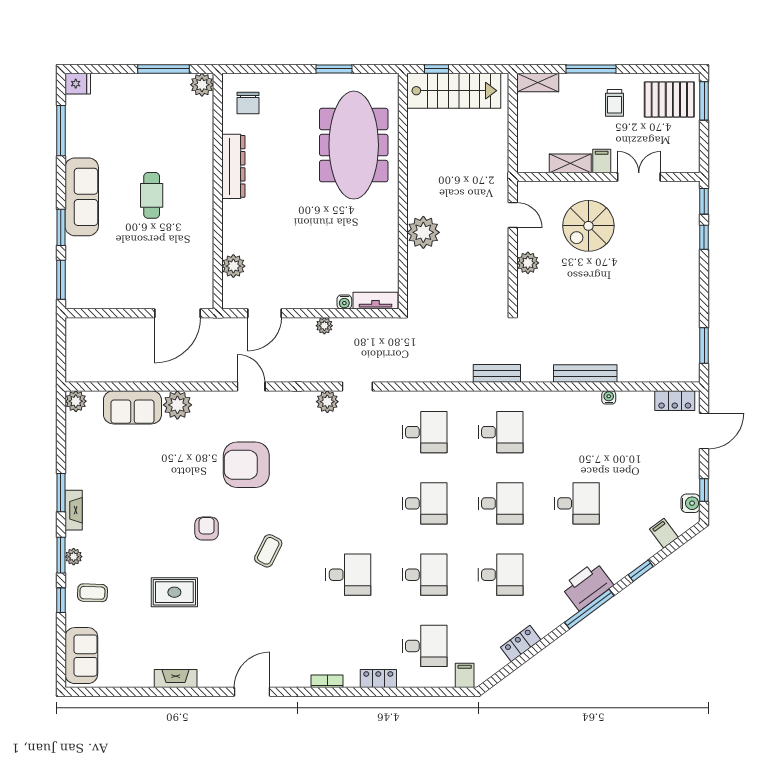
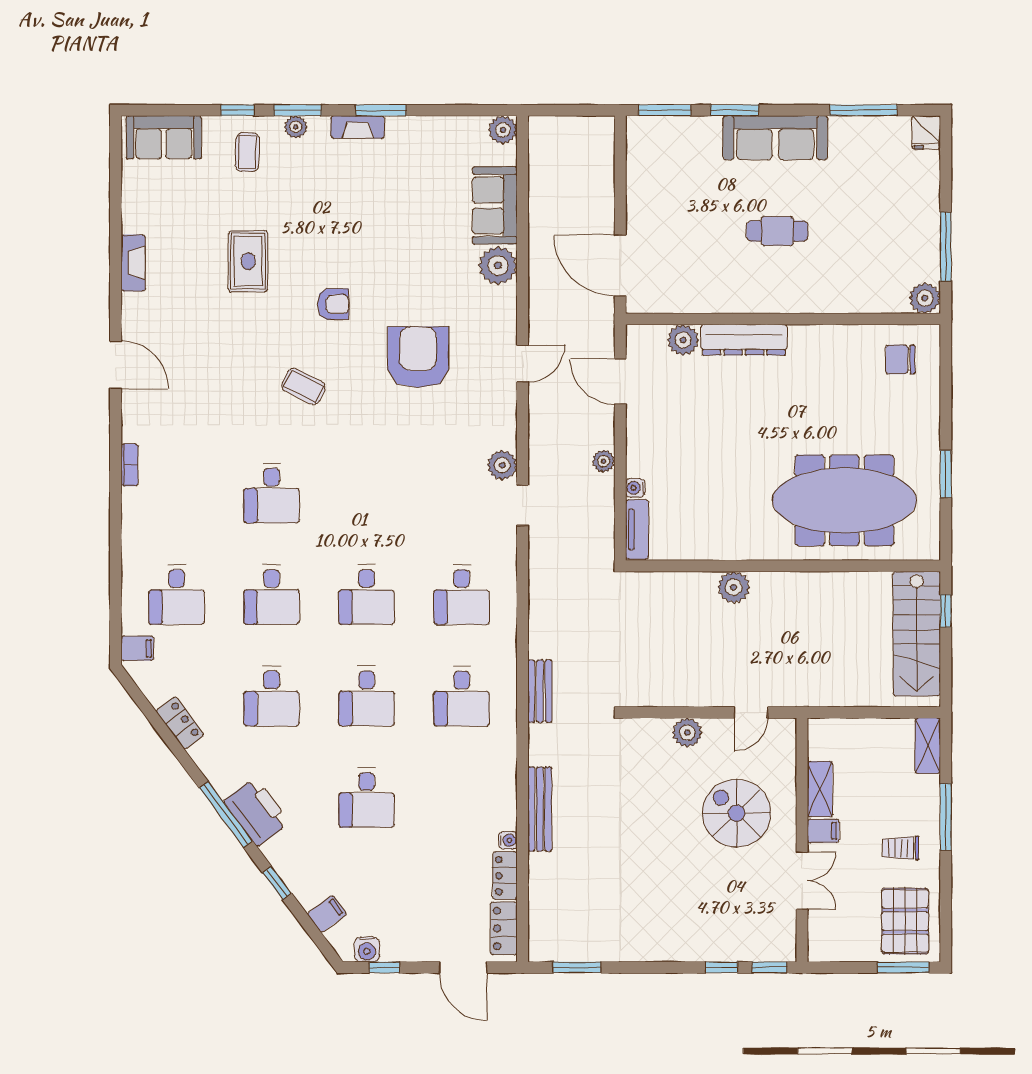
dresser: (233, 166) -> (744, 340), moved
plant: (423, 232) -> (734, 587), width x0.73, depth x0.73
locker: (378, 678) -> (505, 876), moved, turned 180

